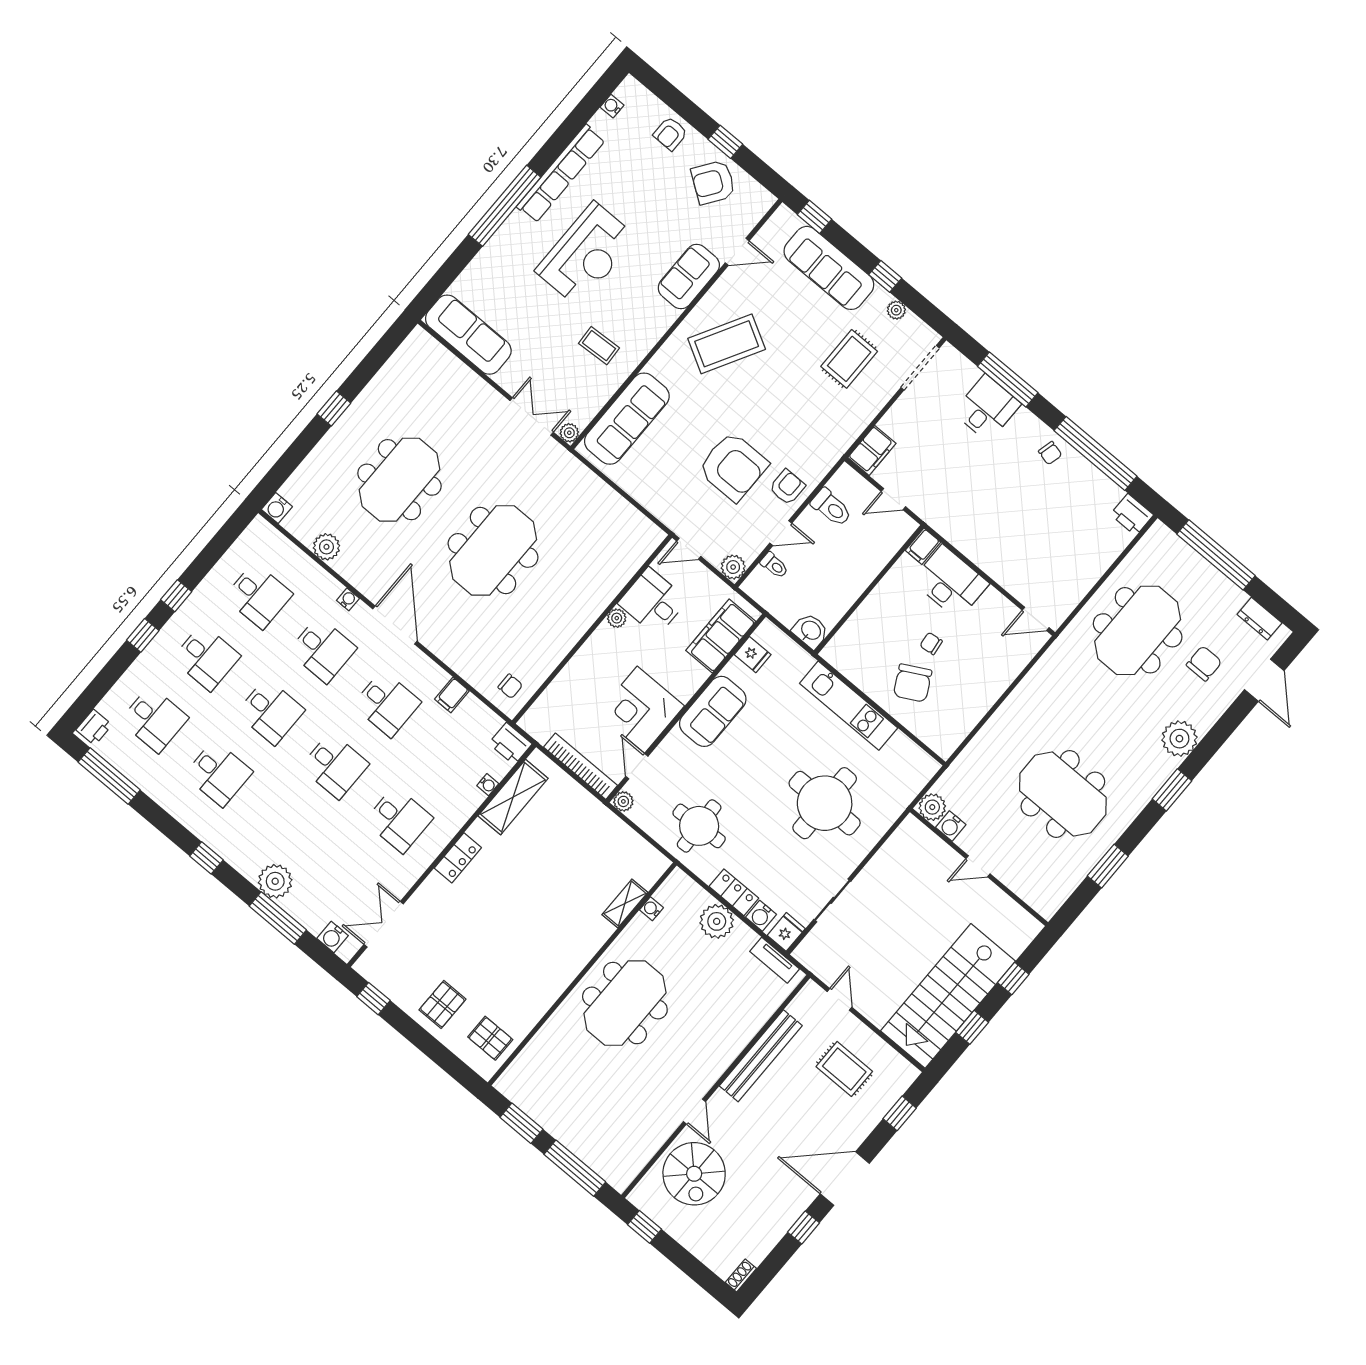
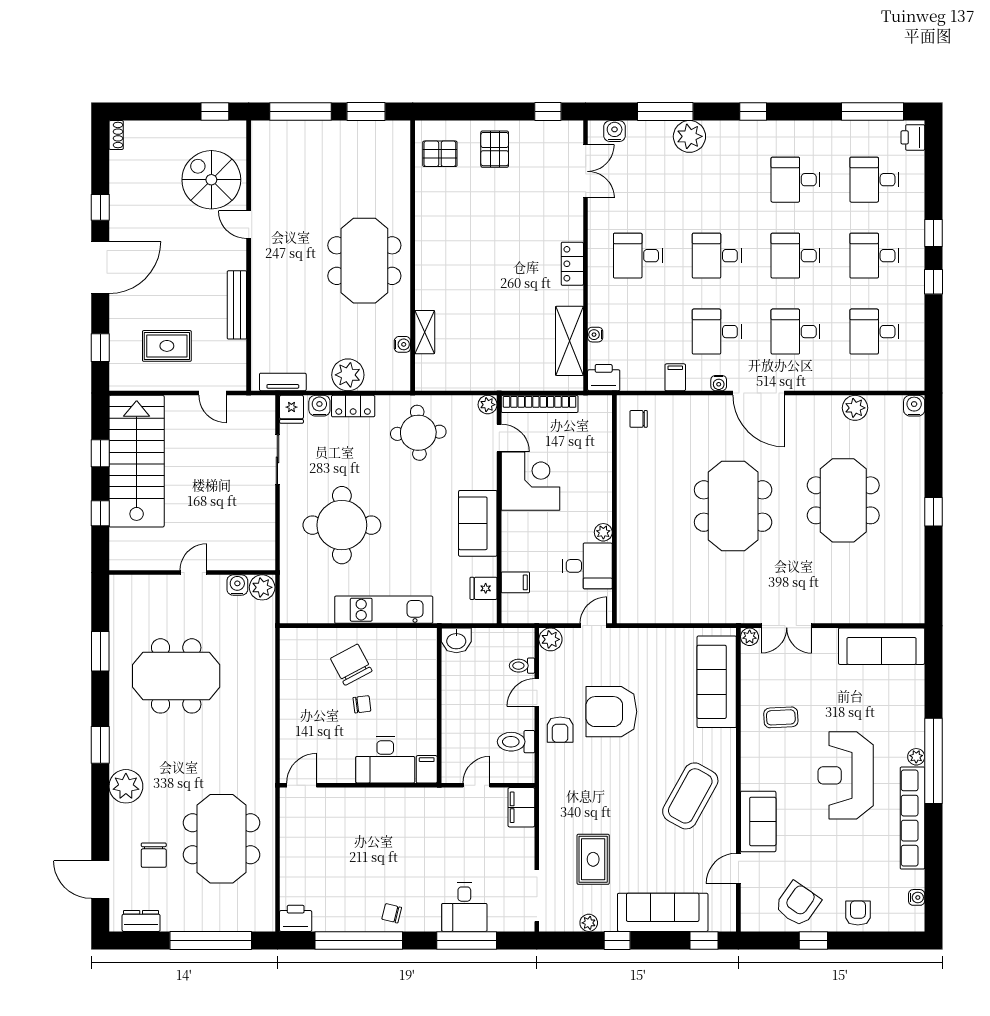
plant: (516, 221) -> (916, 757), added
water cooler: (348, 599) -> (719, 383), moved
filing cabinet: (721, 636) -> (515, 582), width x0.33, depth x0.86
bench: (761, 1056) -> (237, 305), width x0.73, depth x0.82

